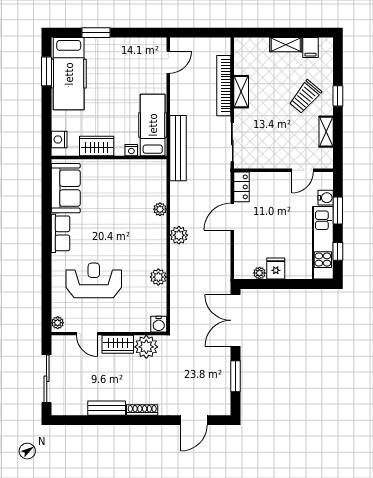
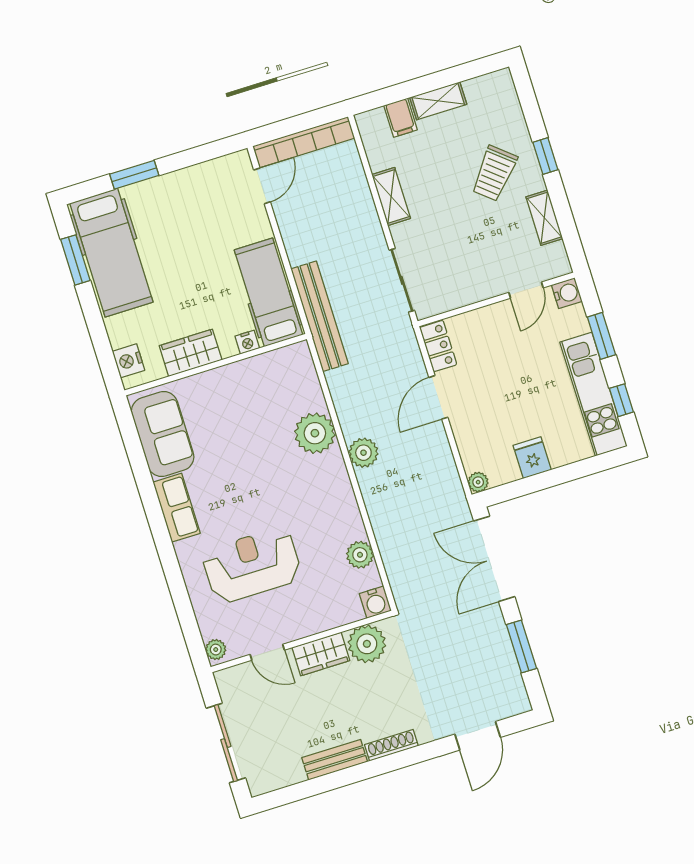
filing cabinet: (311, 48) -> (401, 118), moved
bookcase: (224, 86) -> (304, 142), moved, turned -90
water cooler: (326, 198) -> (567, 293), moved
plant: (160, 209) -> (315, 433), width x1.88, depth x1.88
plant: (259, 273) -> (478, 482), moved
plant: (158, 277) -> (360, 555), moved

